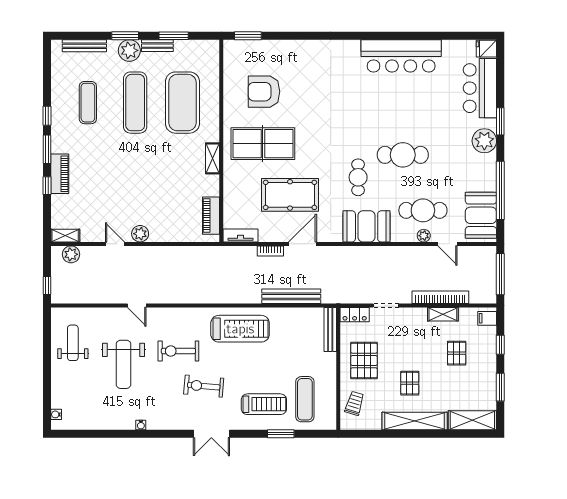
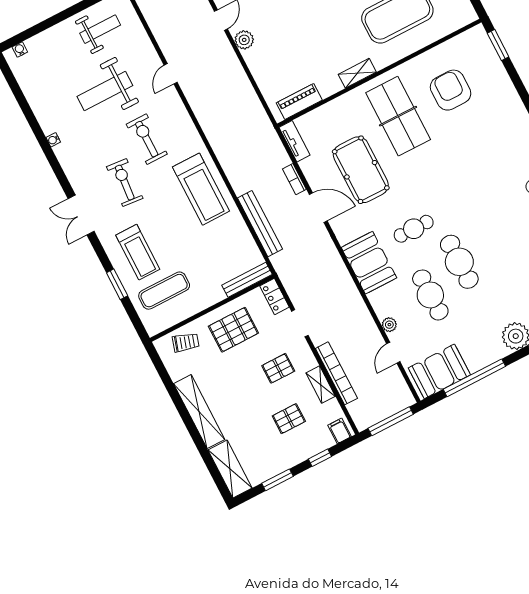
cafe table: (423, 210) -> (430, 295), moved
pallet: (410, 383) -> (278, 368), moved

